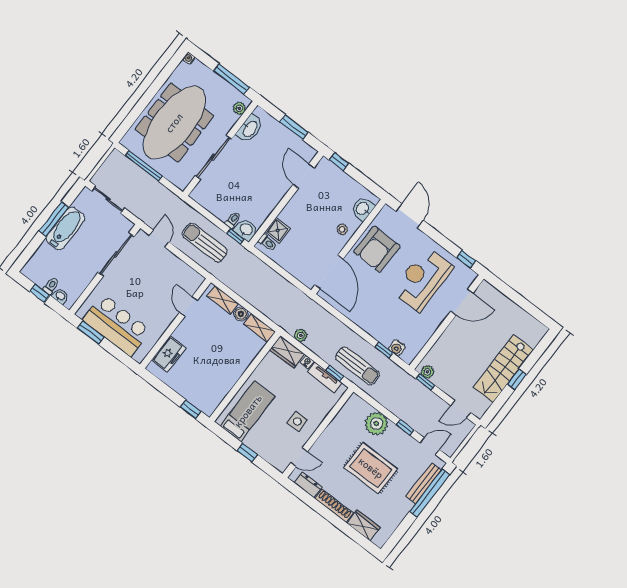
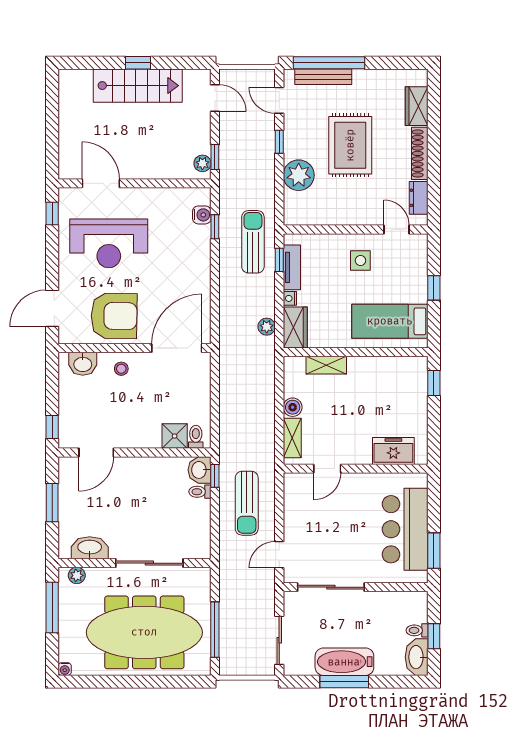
washbasin: (60, 296) -> (417, 657), moved, width x1.91, depth x1.45
shelving: (259, 328) -> (326, 365), moved, turned 90

